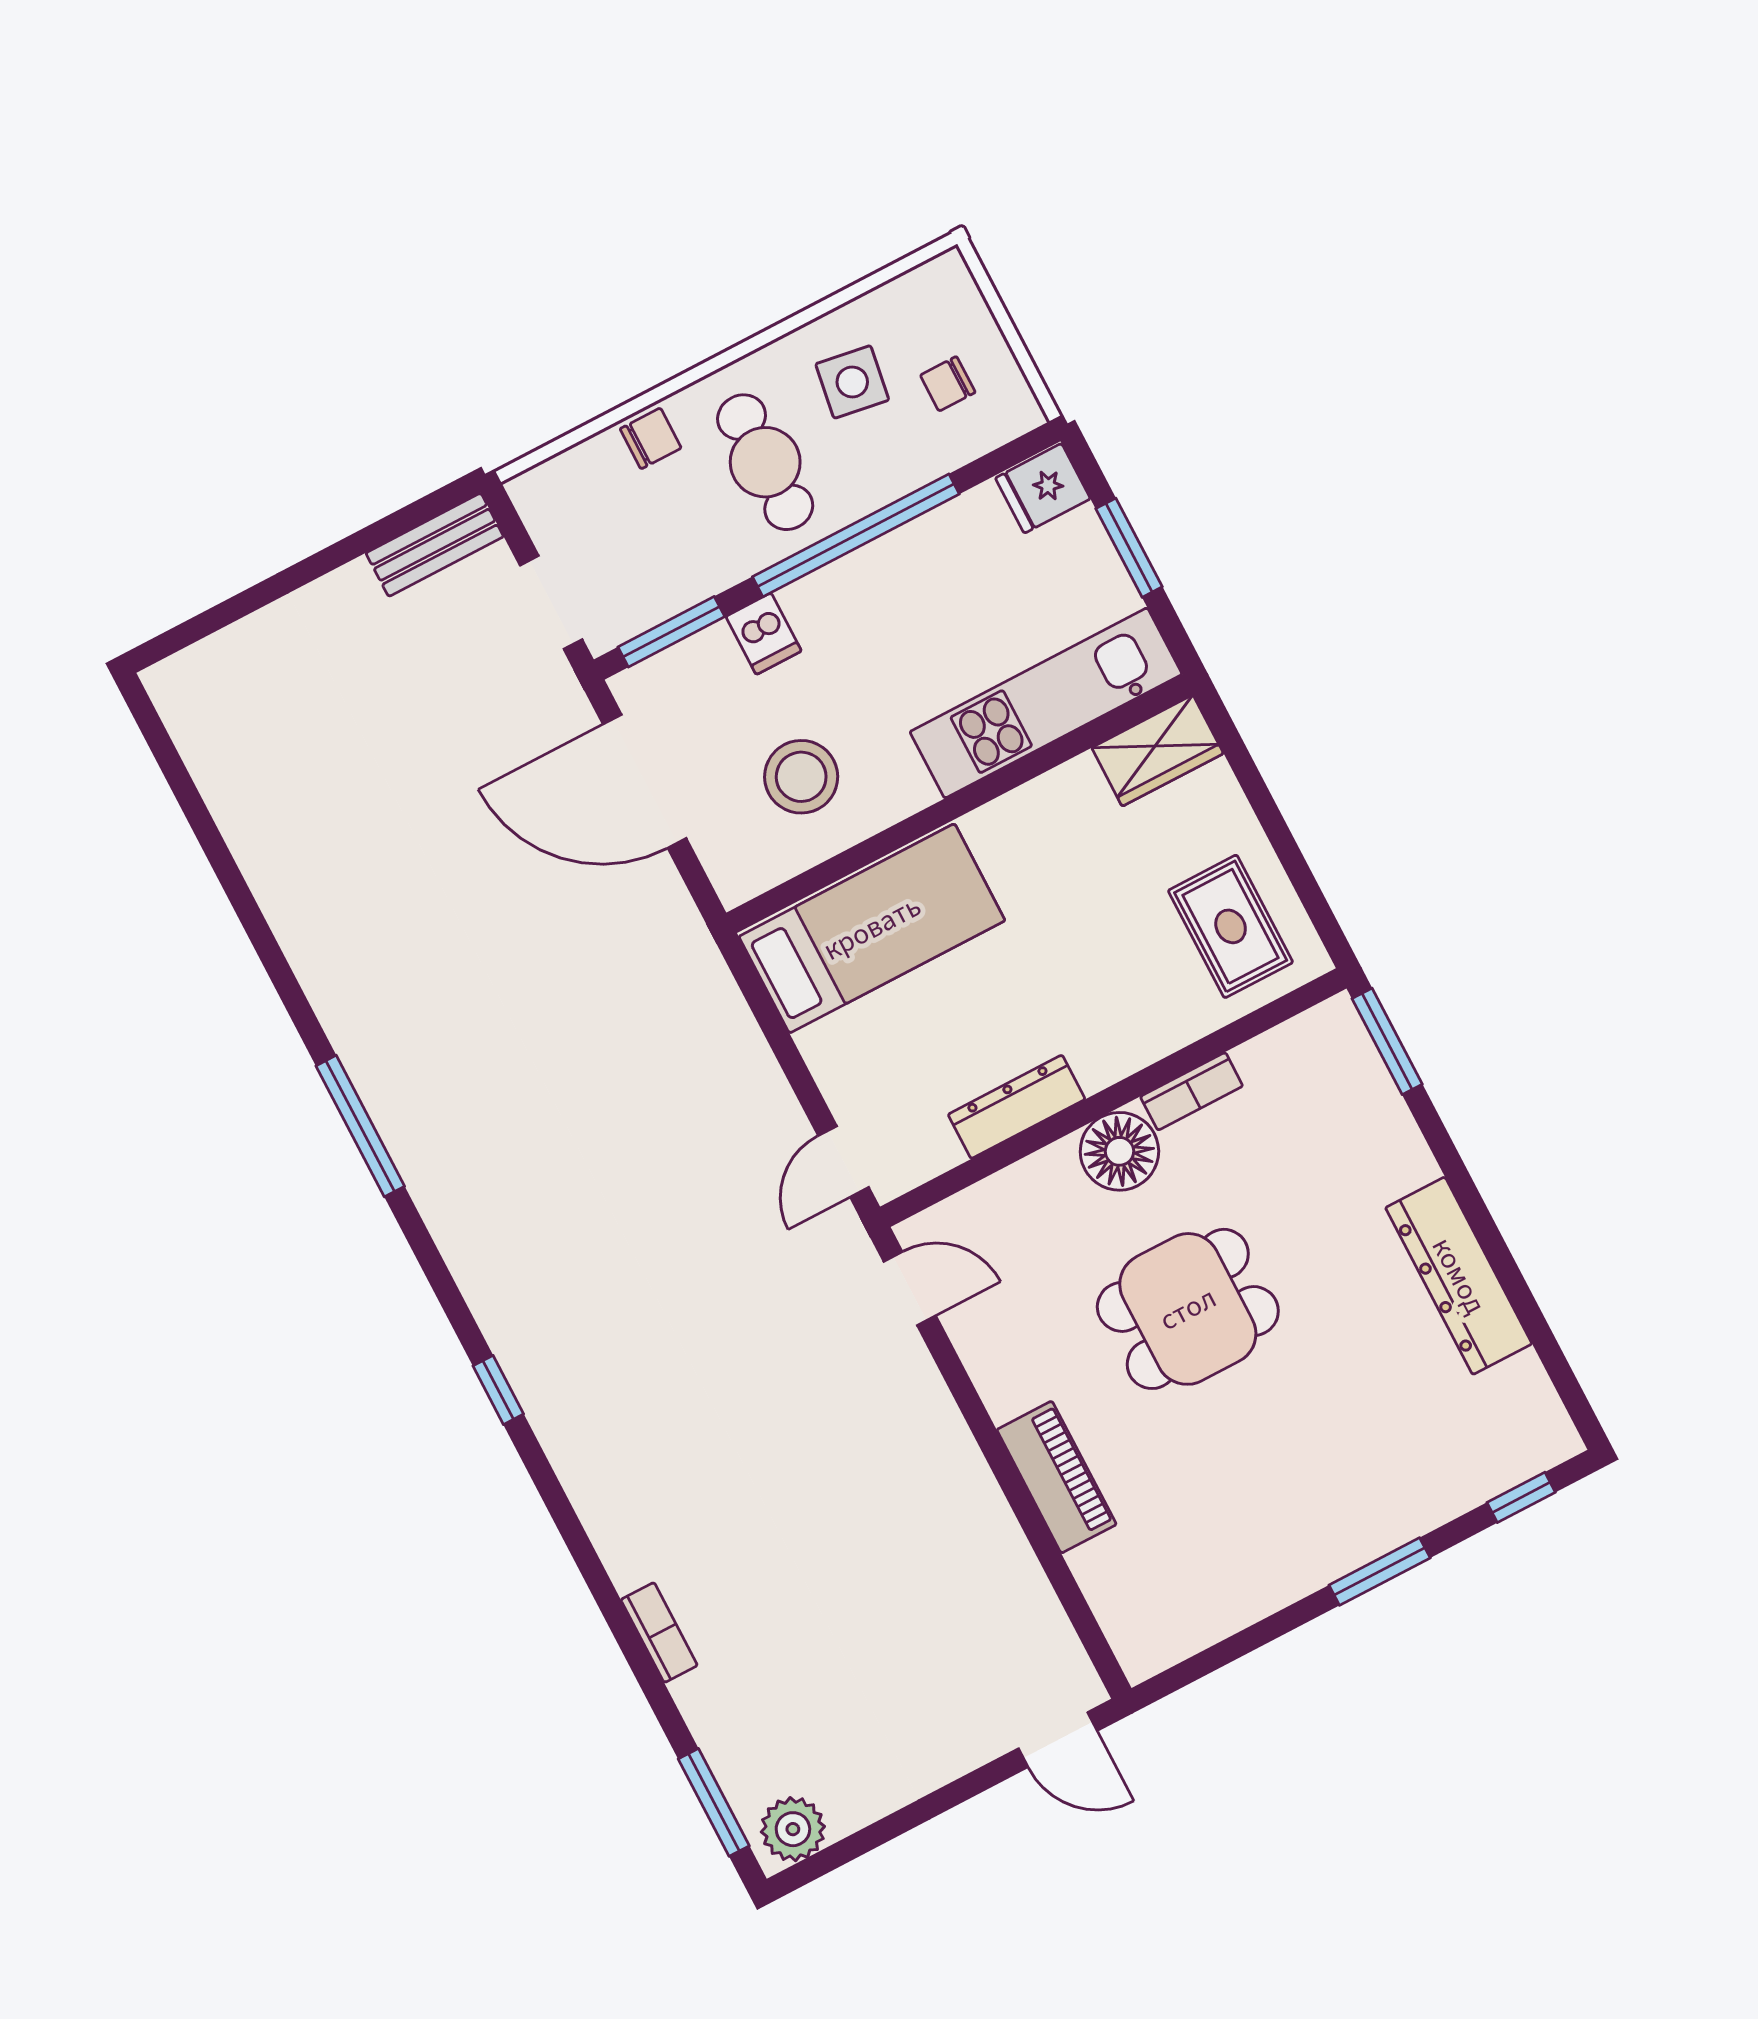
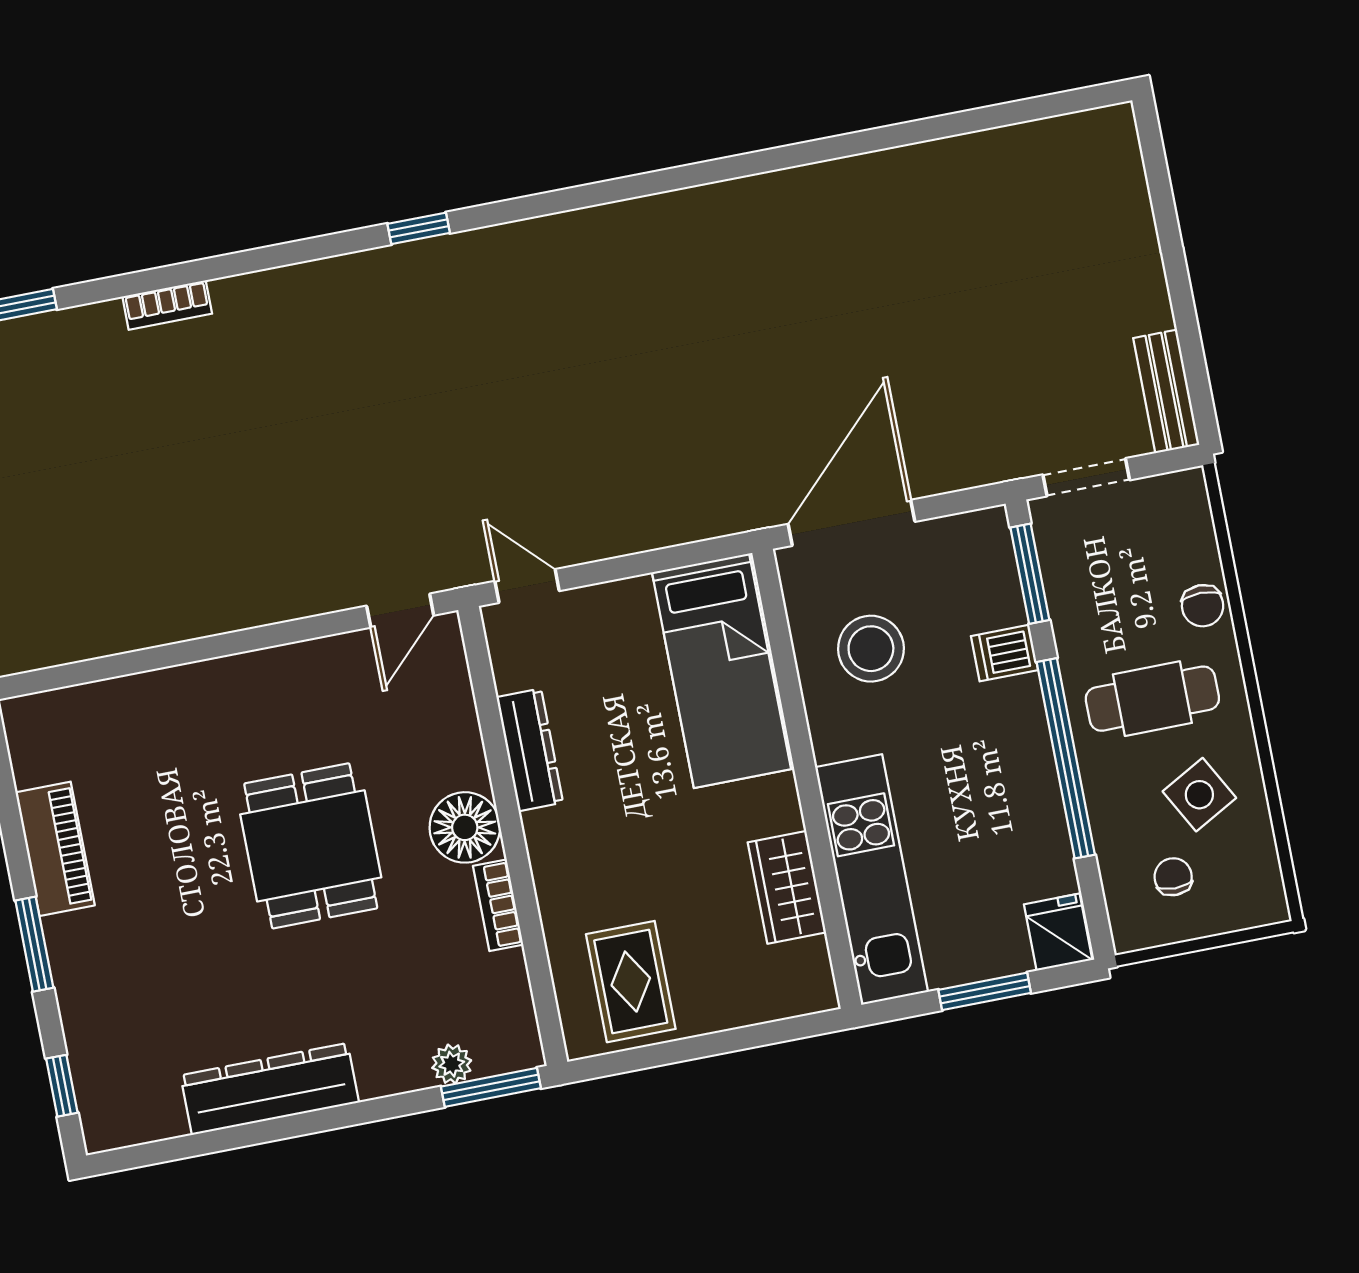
side table: (852, 382) -> (1199, 795), turned -38
wardrobe: (1158, 751) -> (787, 887), moved
door: (645, 781) -> (852, 523), moved
rug: (1231, 926) -> (631, 982), turned 90
plant: (1375, 1090) -> (452, 1064), added
window: (360, 1126) -> (682, 177), removed
piano: (1057, 1477) -> (55, 849), moved, turned -90

